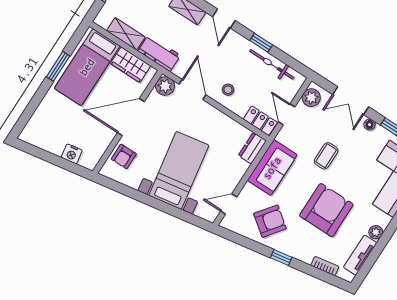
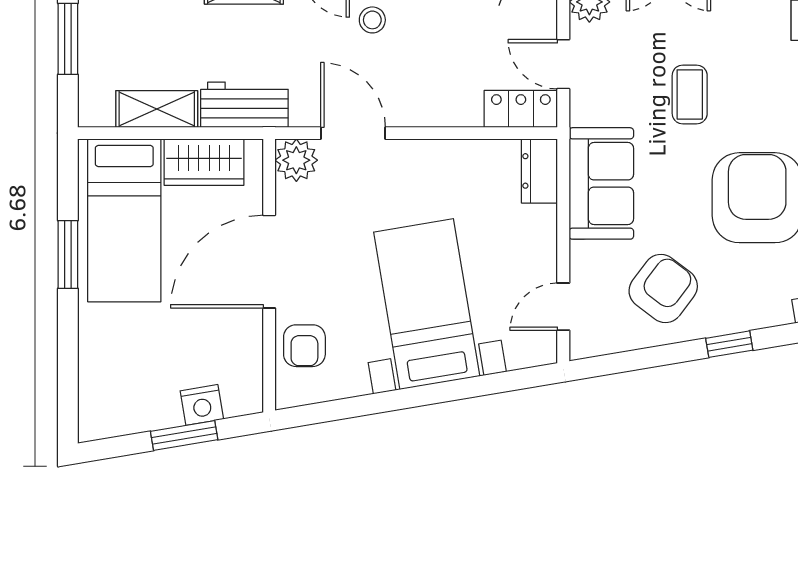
stool: (228, 90) -> (372, 20), moved
window: (58, 161) -> (184, 436), added

